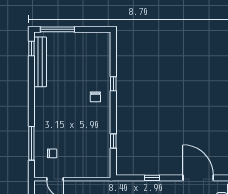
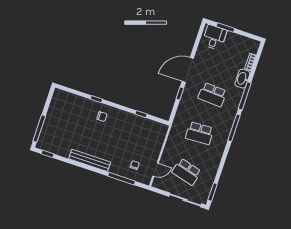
bench: (40, 62) -> (90, 160), moved
door: (198, 178) -> (188, 70), moved

